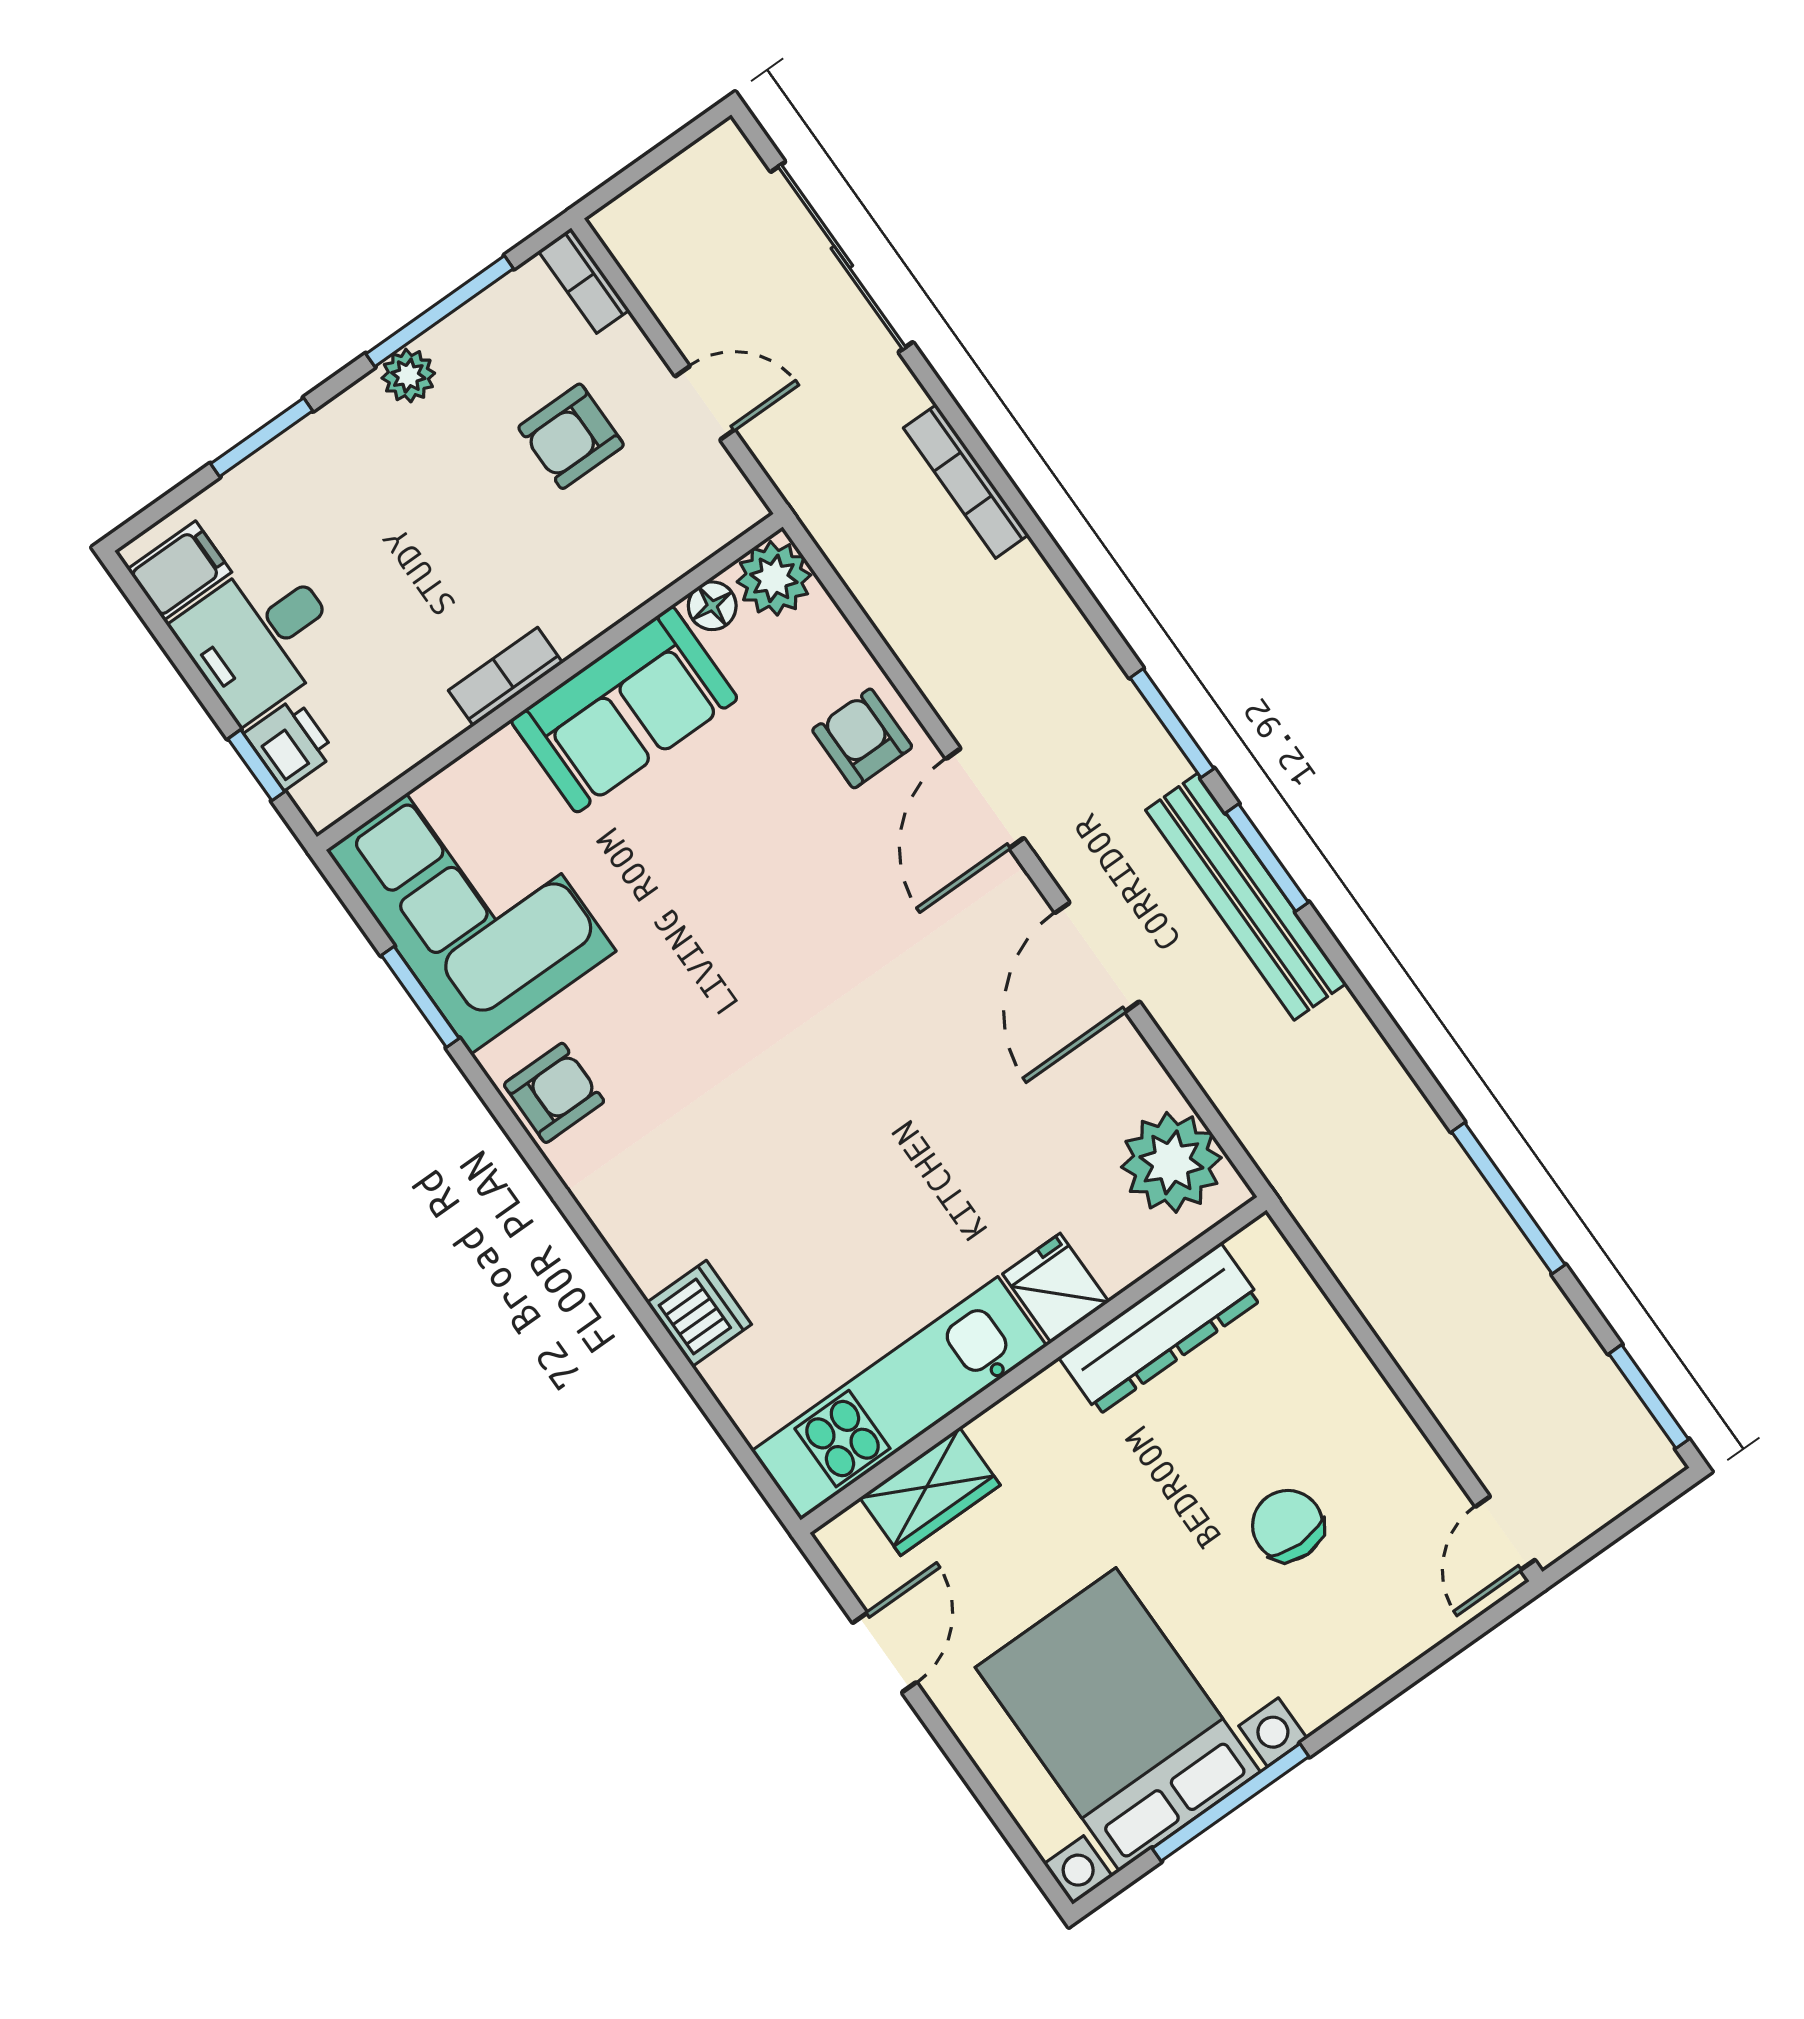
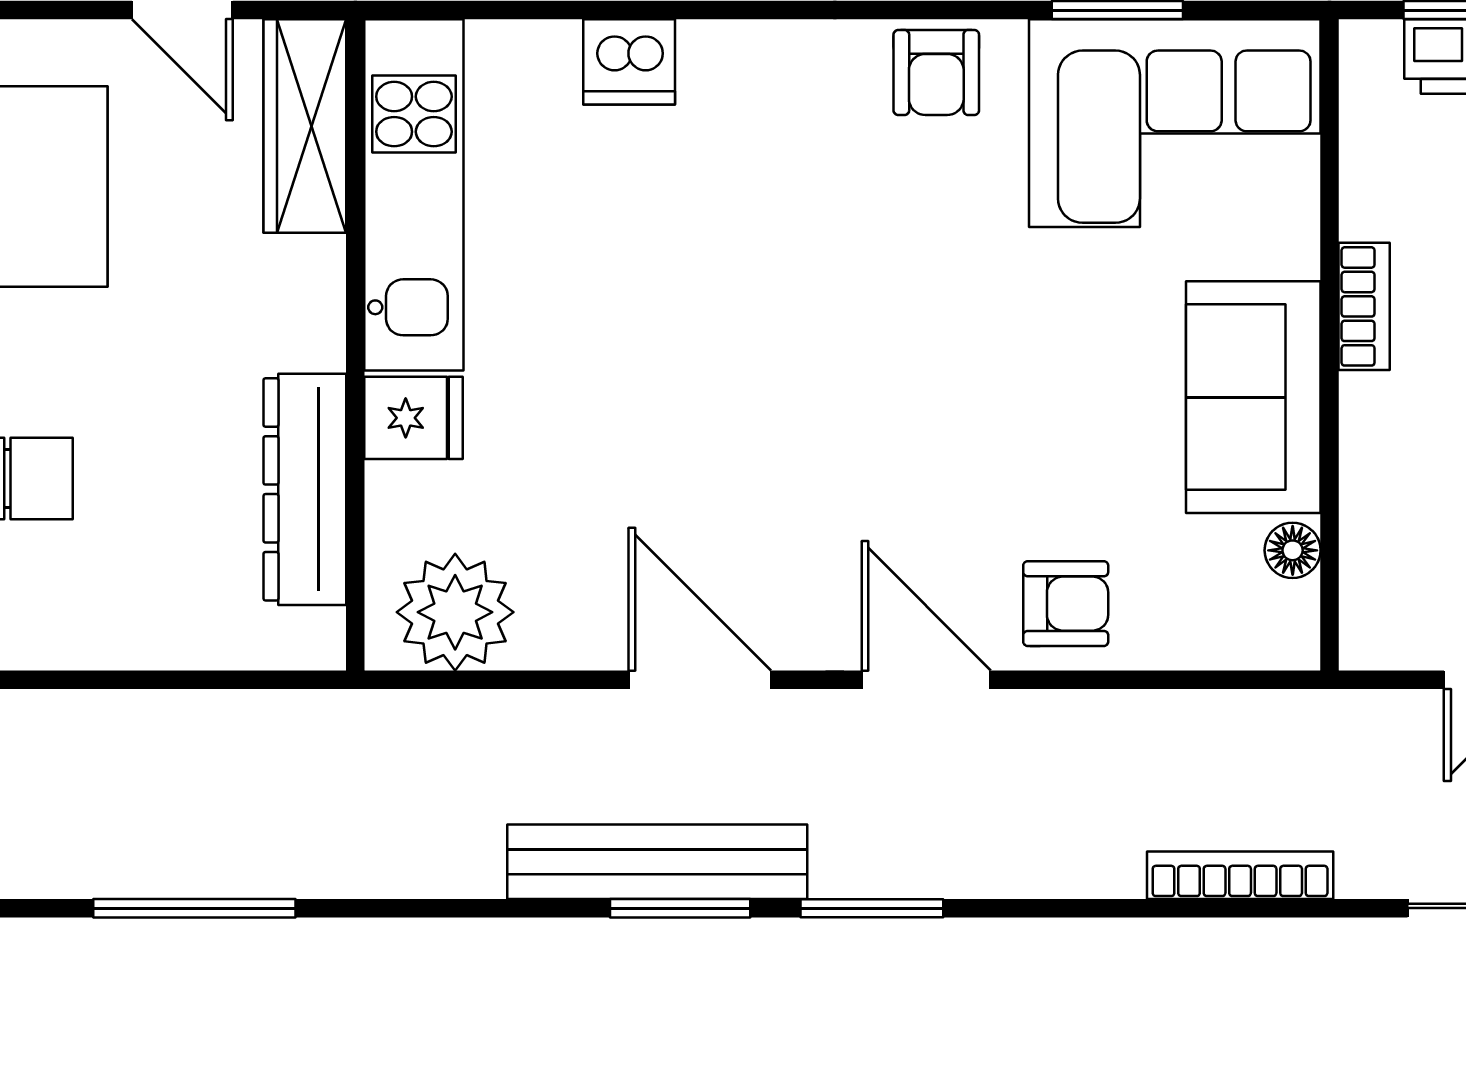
plant: (774, 578) -> (1277, 627), removed
wardrobe: (930, 1491) -> (305, 126), width x1.50

